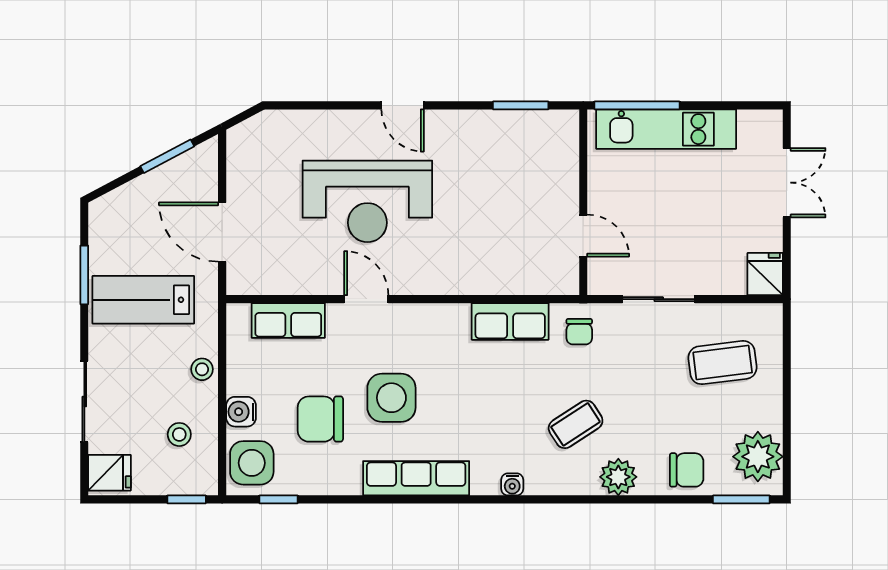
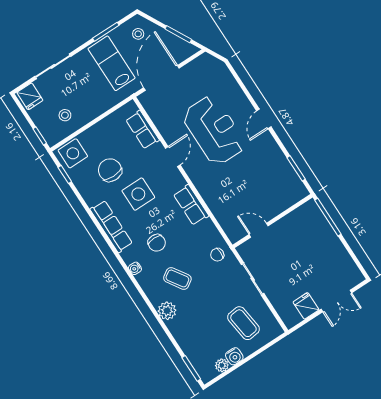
kitchen unit: (666, 129) -> (326, 236), removed
reception desk: (367, 201) -> (214, 130), turned 180
door: (222, 232) -> (161, 78), width x1.36
door: (583, 236) -> (259, 230), swing flipped
fridge: (765, 274) -> (306, 306), moved, turned -90
row of seats: (510, 321) -> (191, 205), moved
stool: (202, 369) -> (138, 34), moved
water cooler: (241, 412) -> (234, 356), moved, turned 180
plant: (758, 457) -> (222, 365), width x0.53, depth x0.53
chair: (687, 470) -> (157, 243), moved

